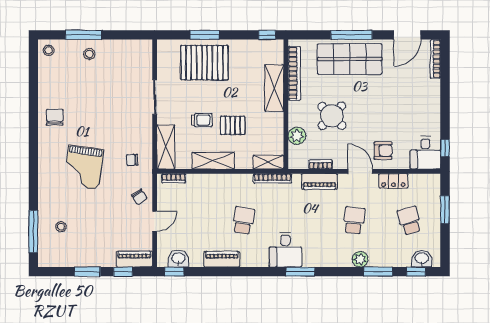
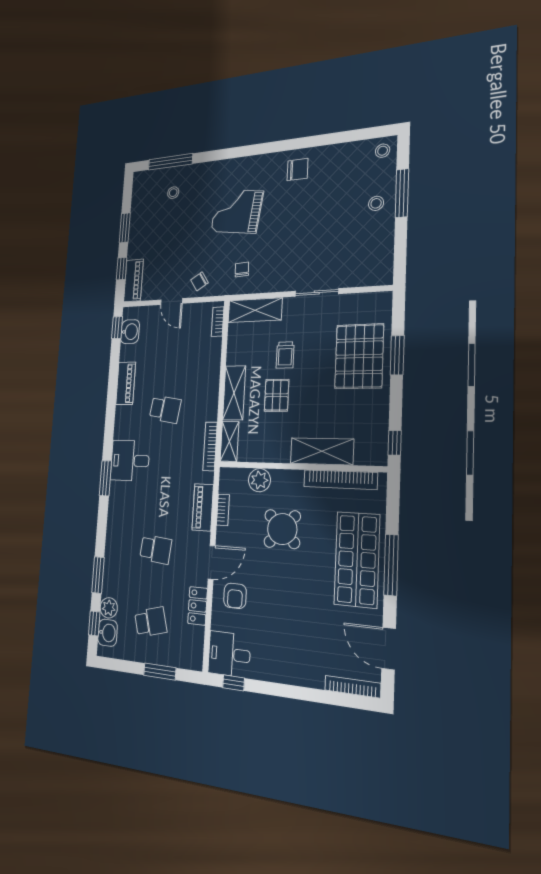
shelving: (213, 161) -> (234, 393), moved
plant: (360, 259) -> (109, 608), moved

